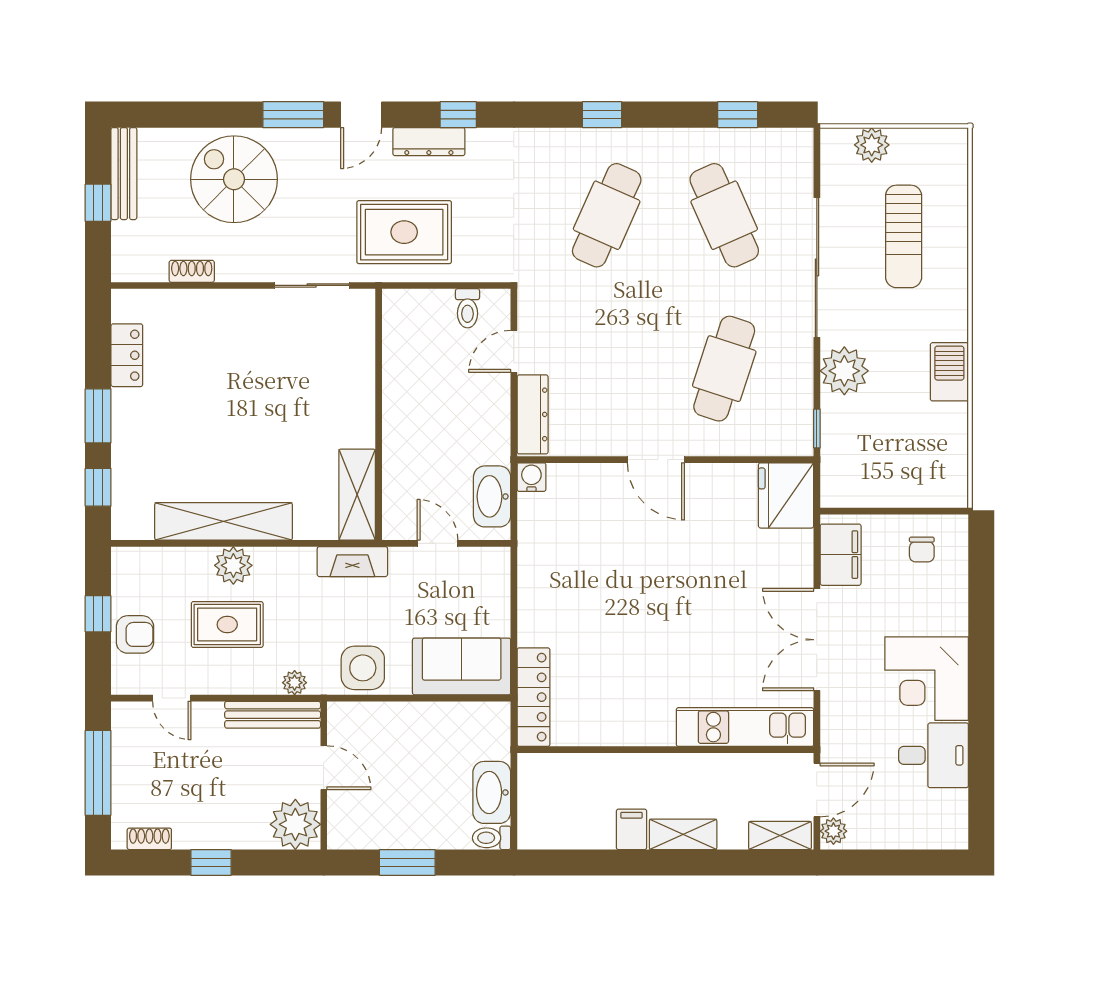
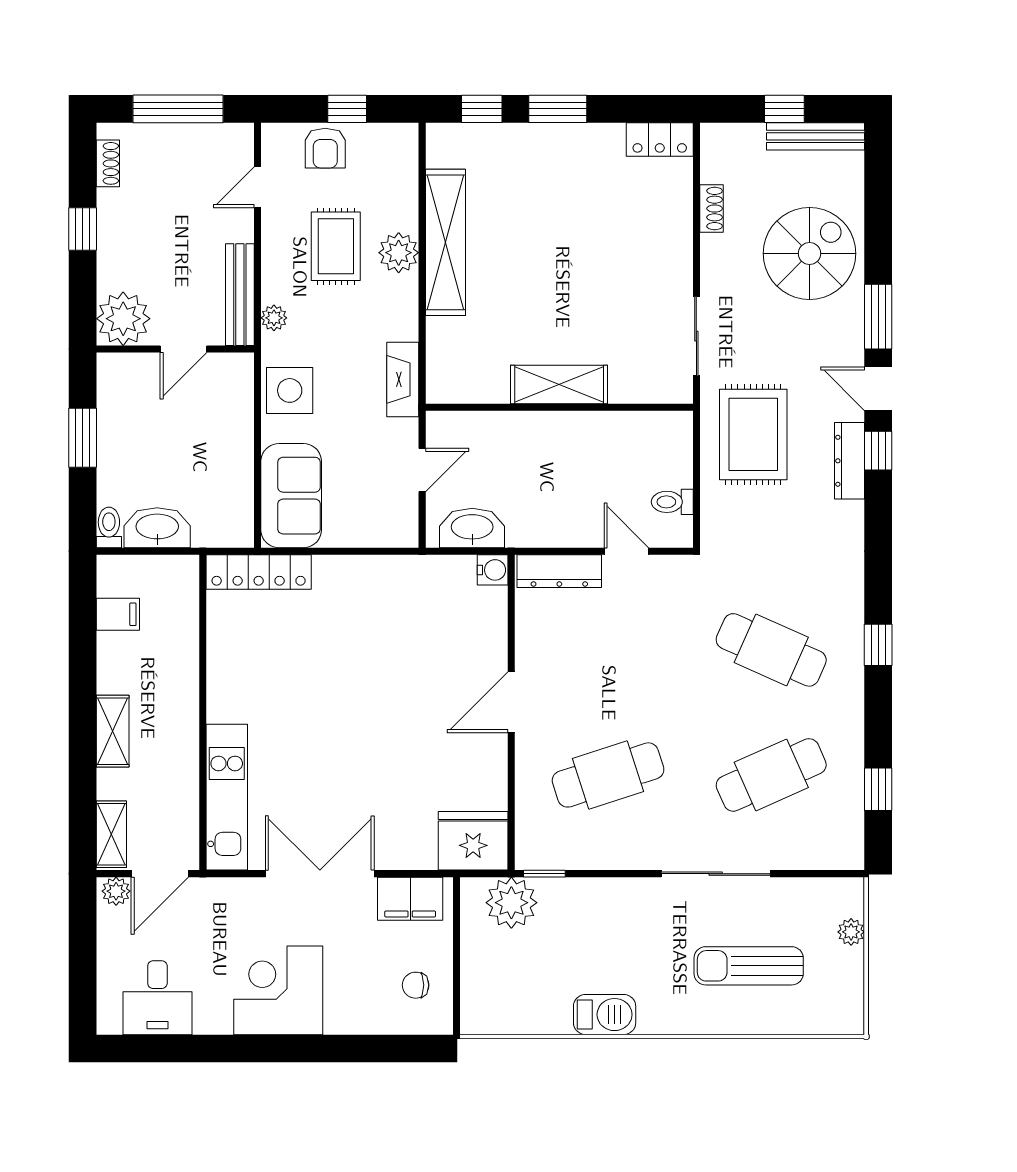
window: (458, 115) -> (878, 451), moved
plant: (872, 145) -> (851, 932), width x0.73, depth x0.73
sliding door: (817, 267) -> (716, 874), width x0.73
locker: (127, 355) -> (660, 139), moved
cafe table: (724, 369) -> (608, 775), turned -36
plant: (844, 371) -> (511, 903), moved
shelving: (357, 495) -> (559, 384), moved
desk: (934, 755) -> (157, 998), moved
door: (817, 790) -> (160, 874), hinge flipped
filing cabinet: (631, 829) -> (118, 614), moved

